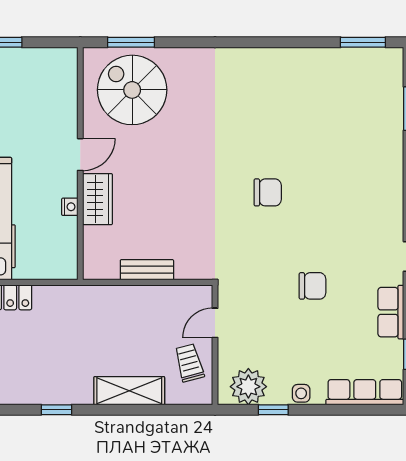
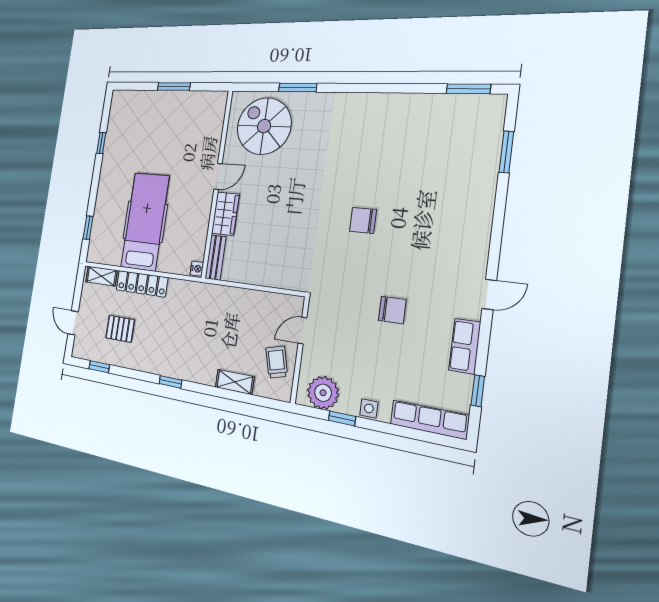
window: (131, 42) -> (298, 88), moved
chair: (268, 192) -> (363, 220), turned 180
nightstand: (70, 207) -> (197, 269), moved
bench: (147, 270) -> (216, 258), moved, turned 90
shelving: (129, 391) -> (235, 382), width x0.67, depth x0.75

